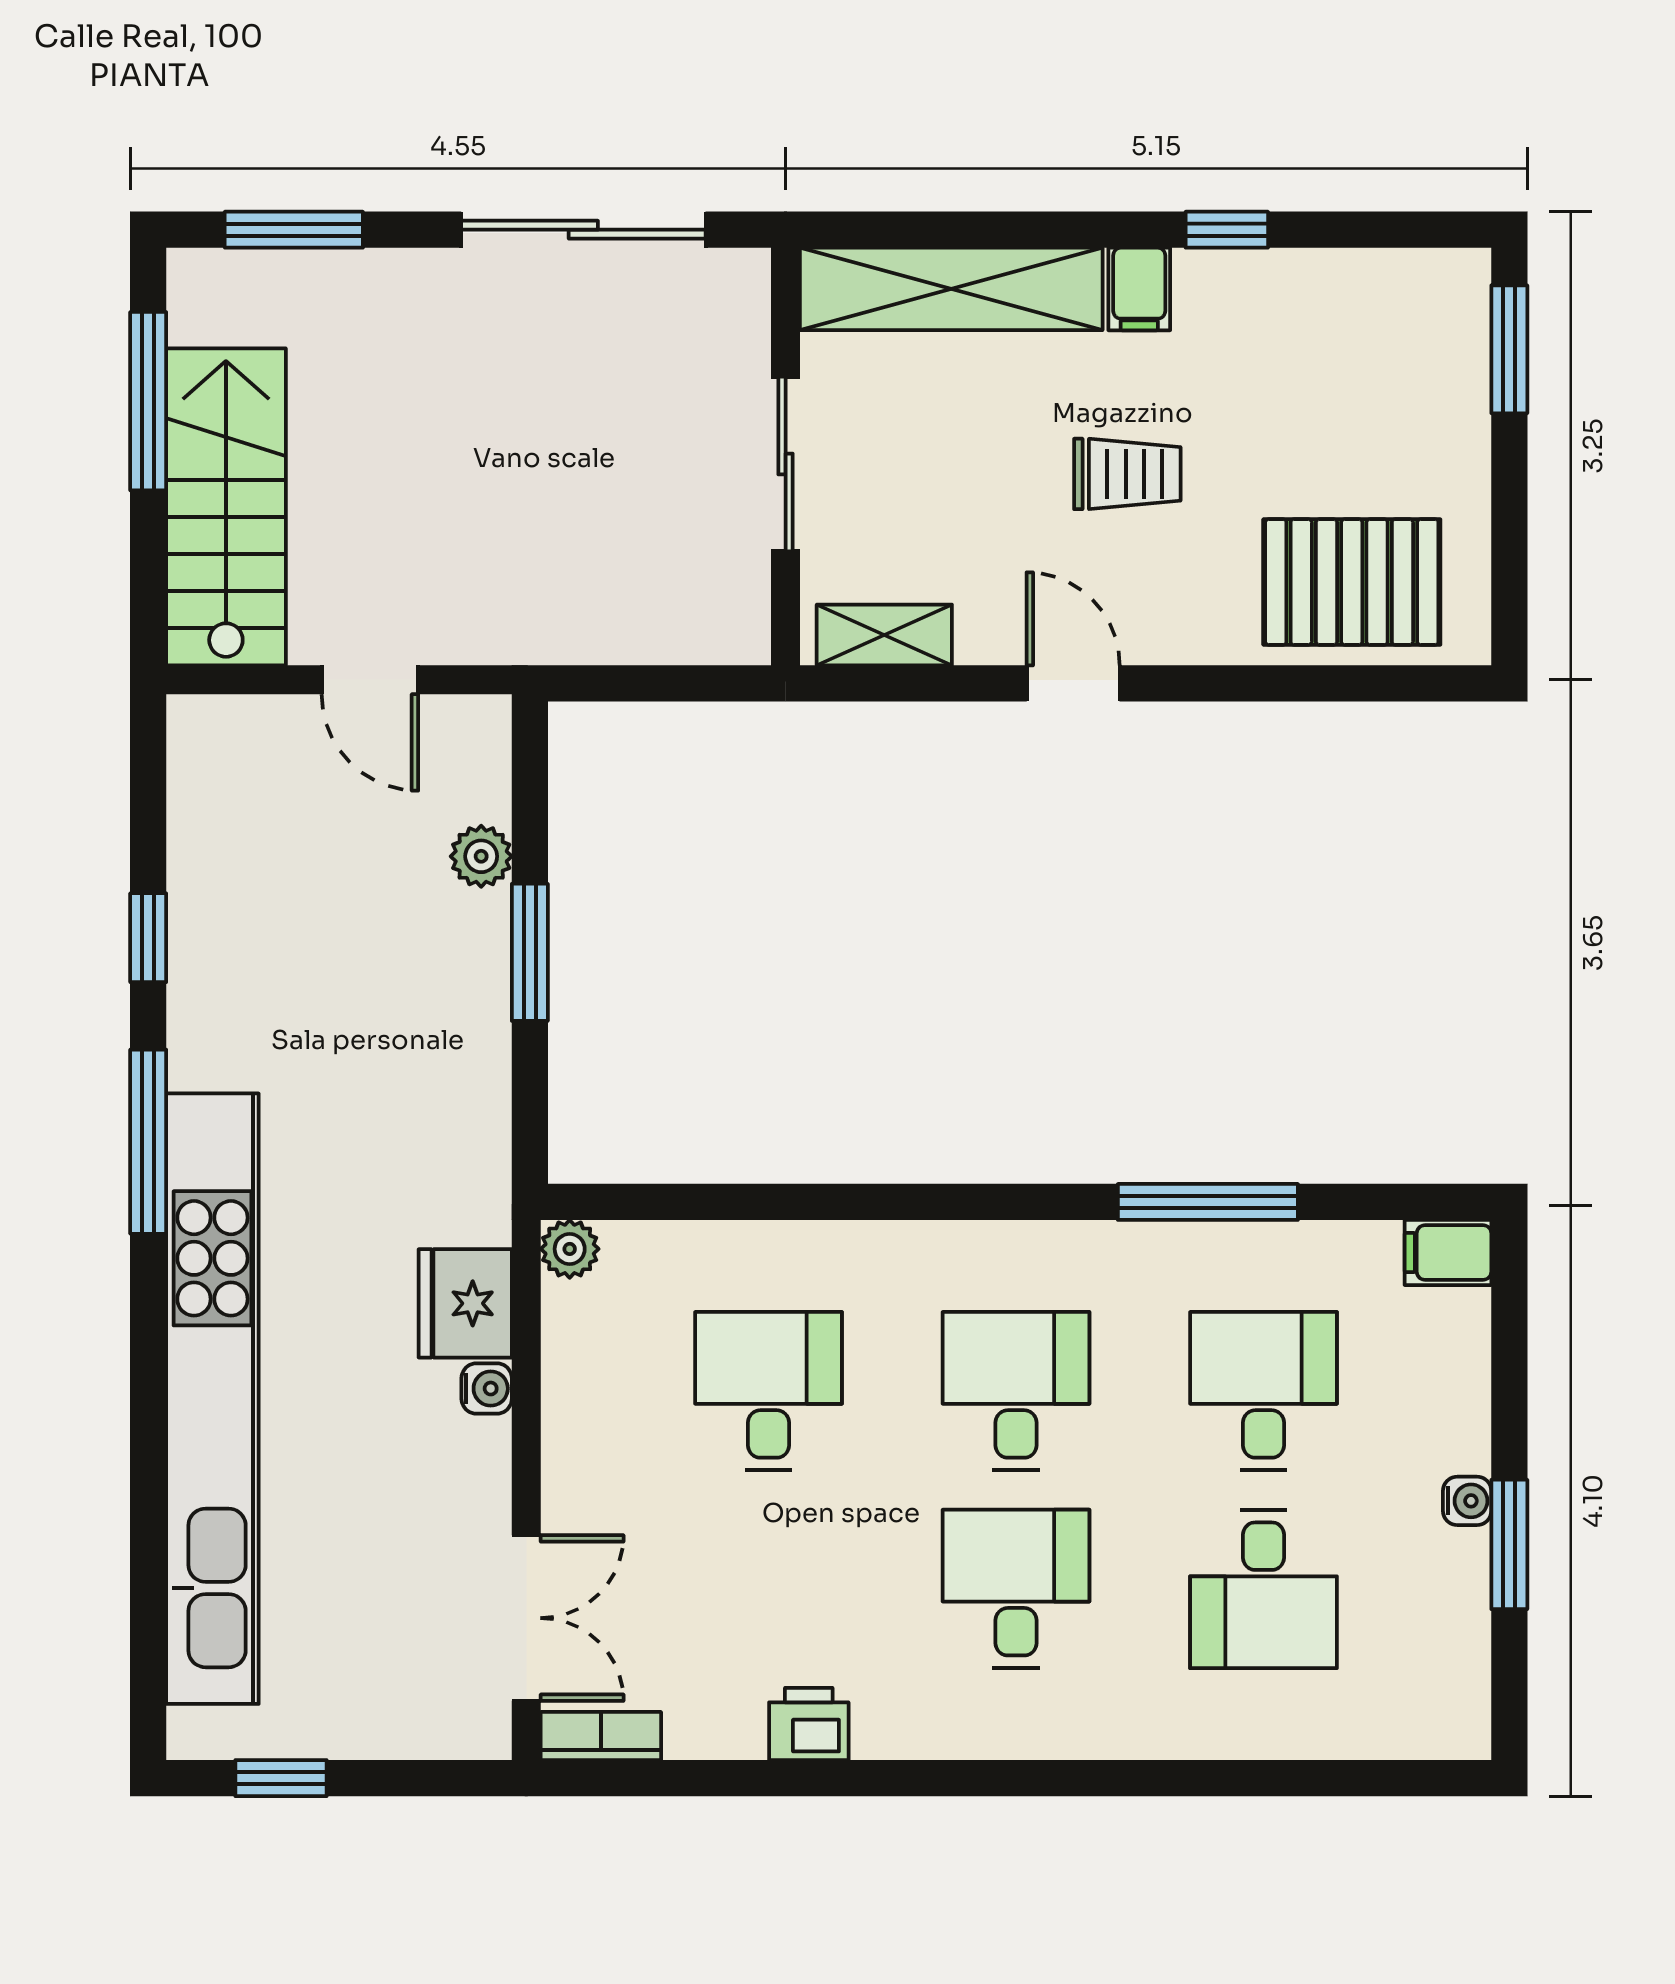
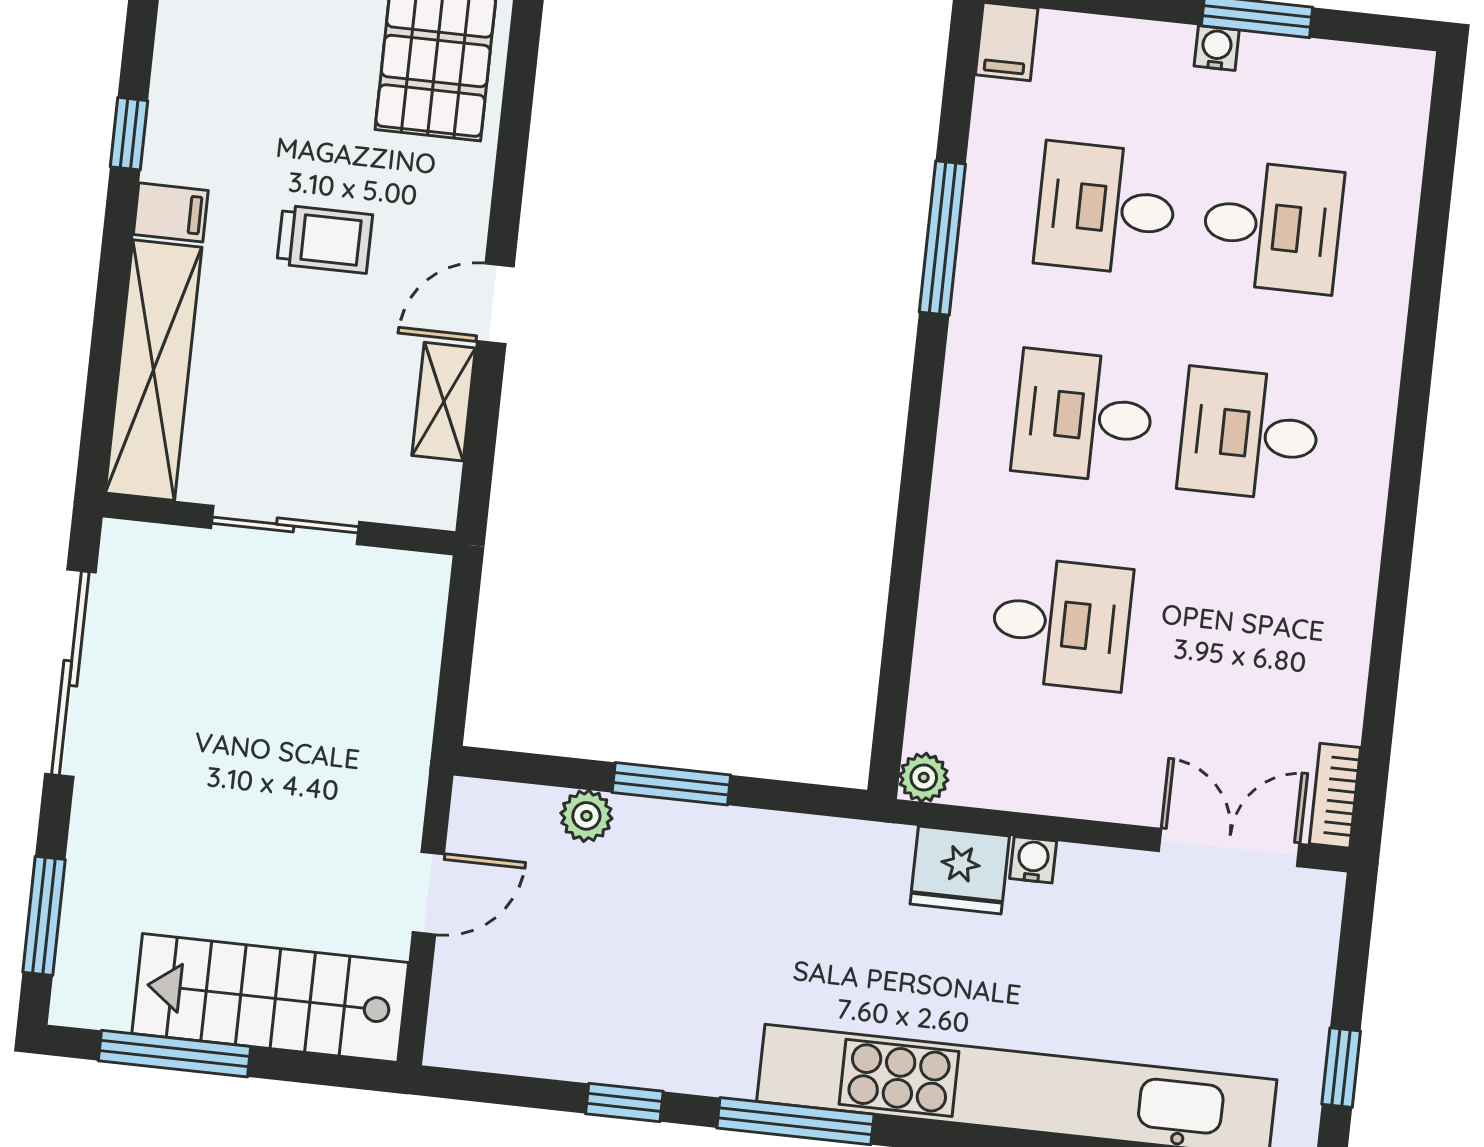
trolley: (1127, 474) -> (325, 239), turned 90
shelving: (884, 635) -> (444, 402), moved
desk: (769, 1391) -> (1061, 624), turned 180
printer: (809, 1724) -> (1344, 620), removed

